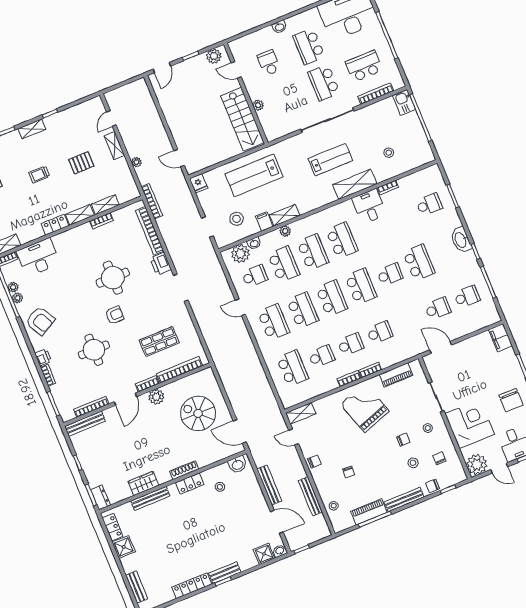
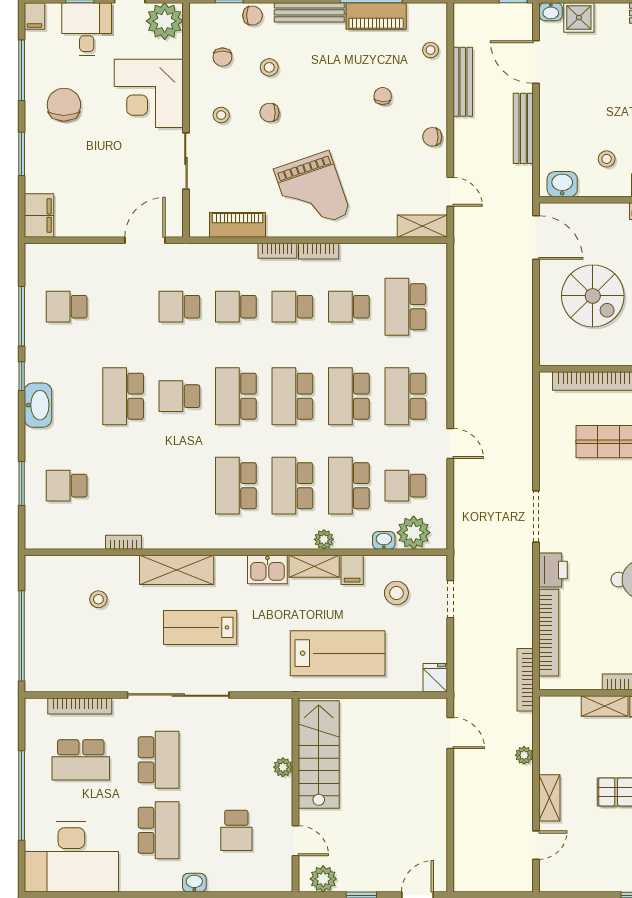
kitchen sink: (404, 102) -> (267, 569), moved, turned 90
desk: (369, 206) -> (167, 523), removed
school desk: (438, 309) -> (179, 307), moved
door: (441, 347) -> (145, 240), swing flipped

